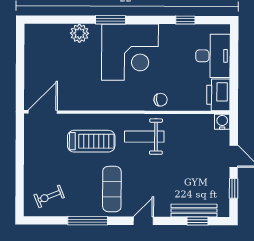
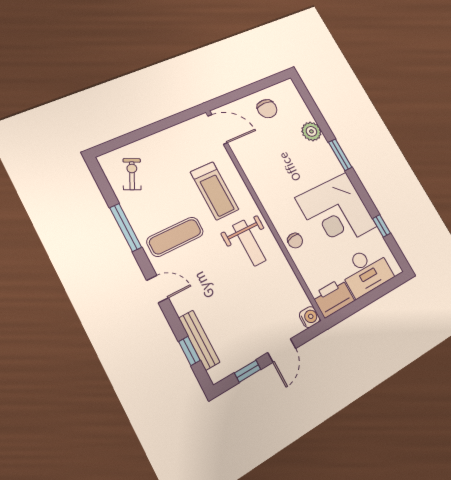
corner desk: (130, 52) -> (336, 212), moved
chair: (43, 61) -> (267, 109), added
weight bench: (144, 137) -> (249, 243), turned 180
exercise bike: (49, 196) -> (132, 174), turned 47

